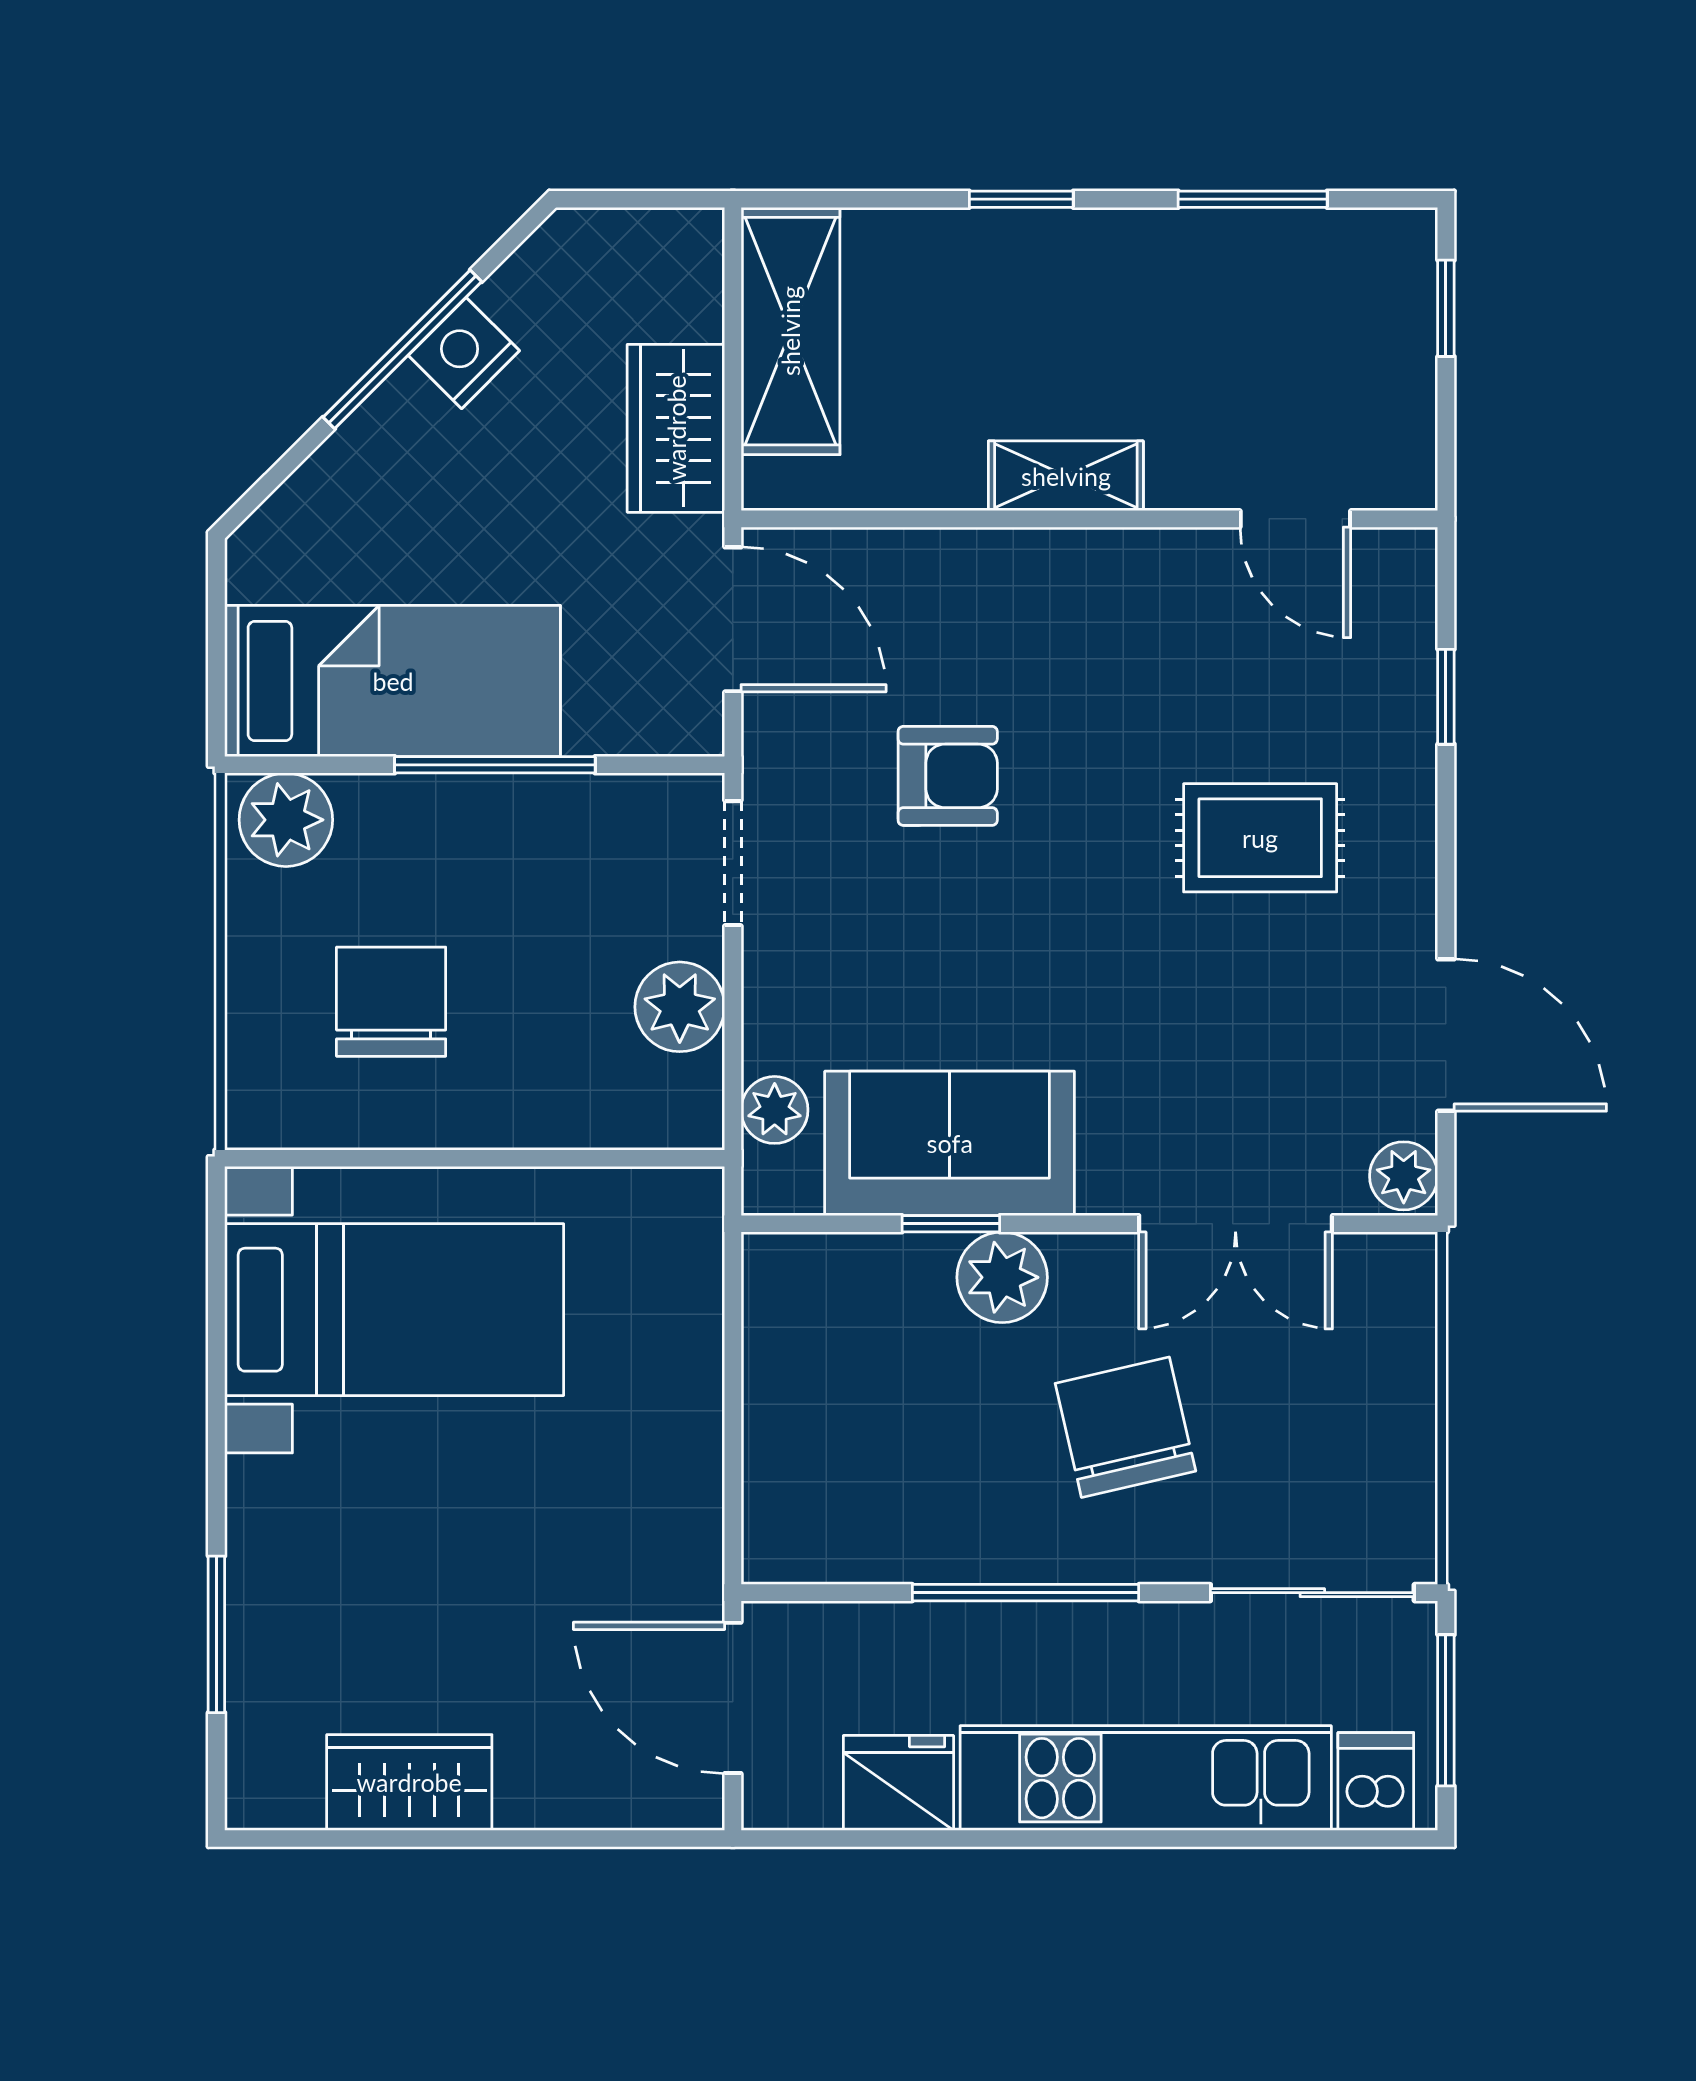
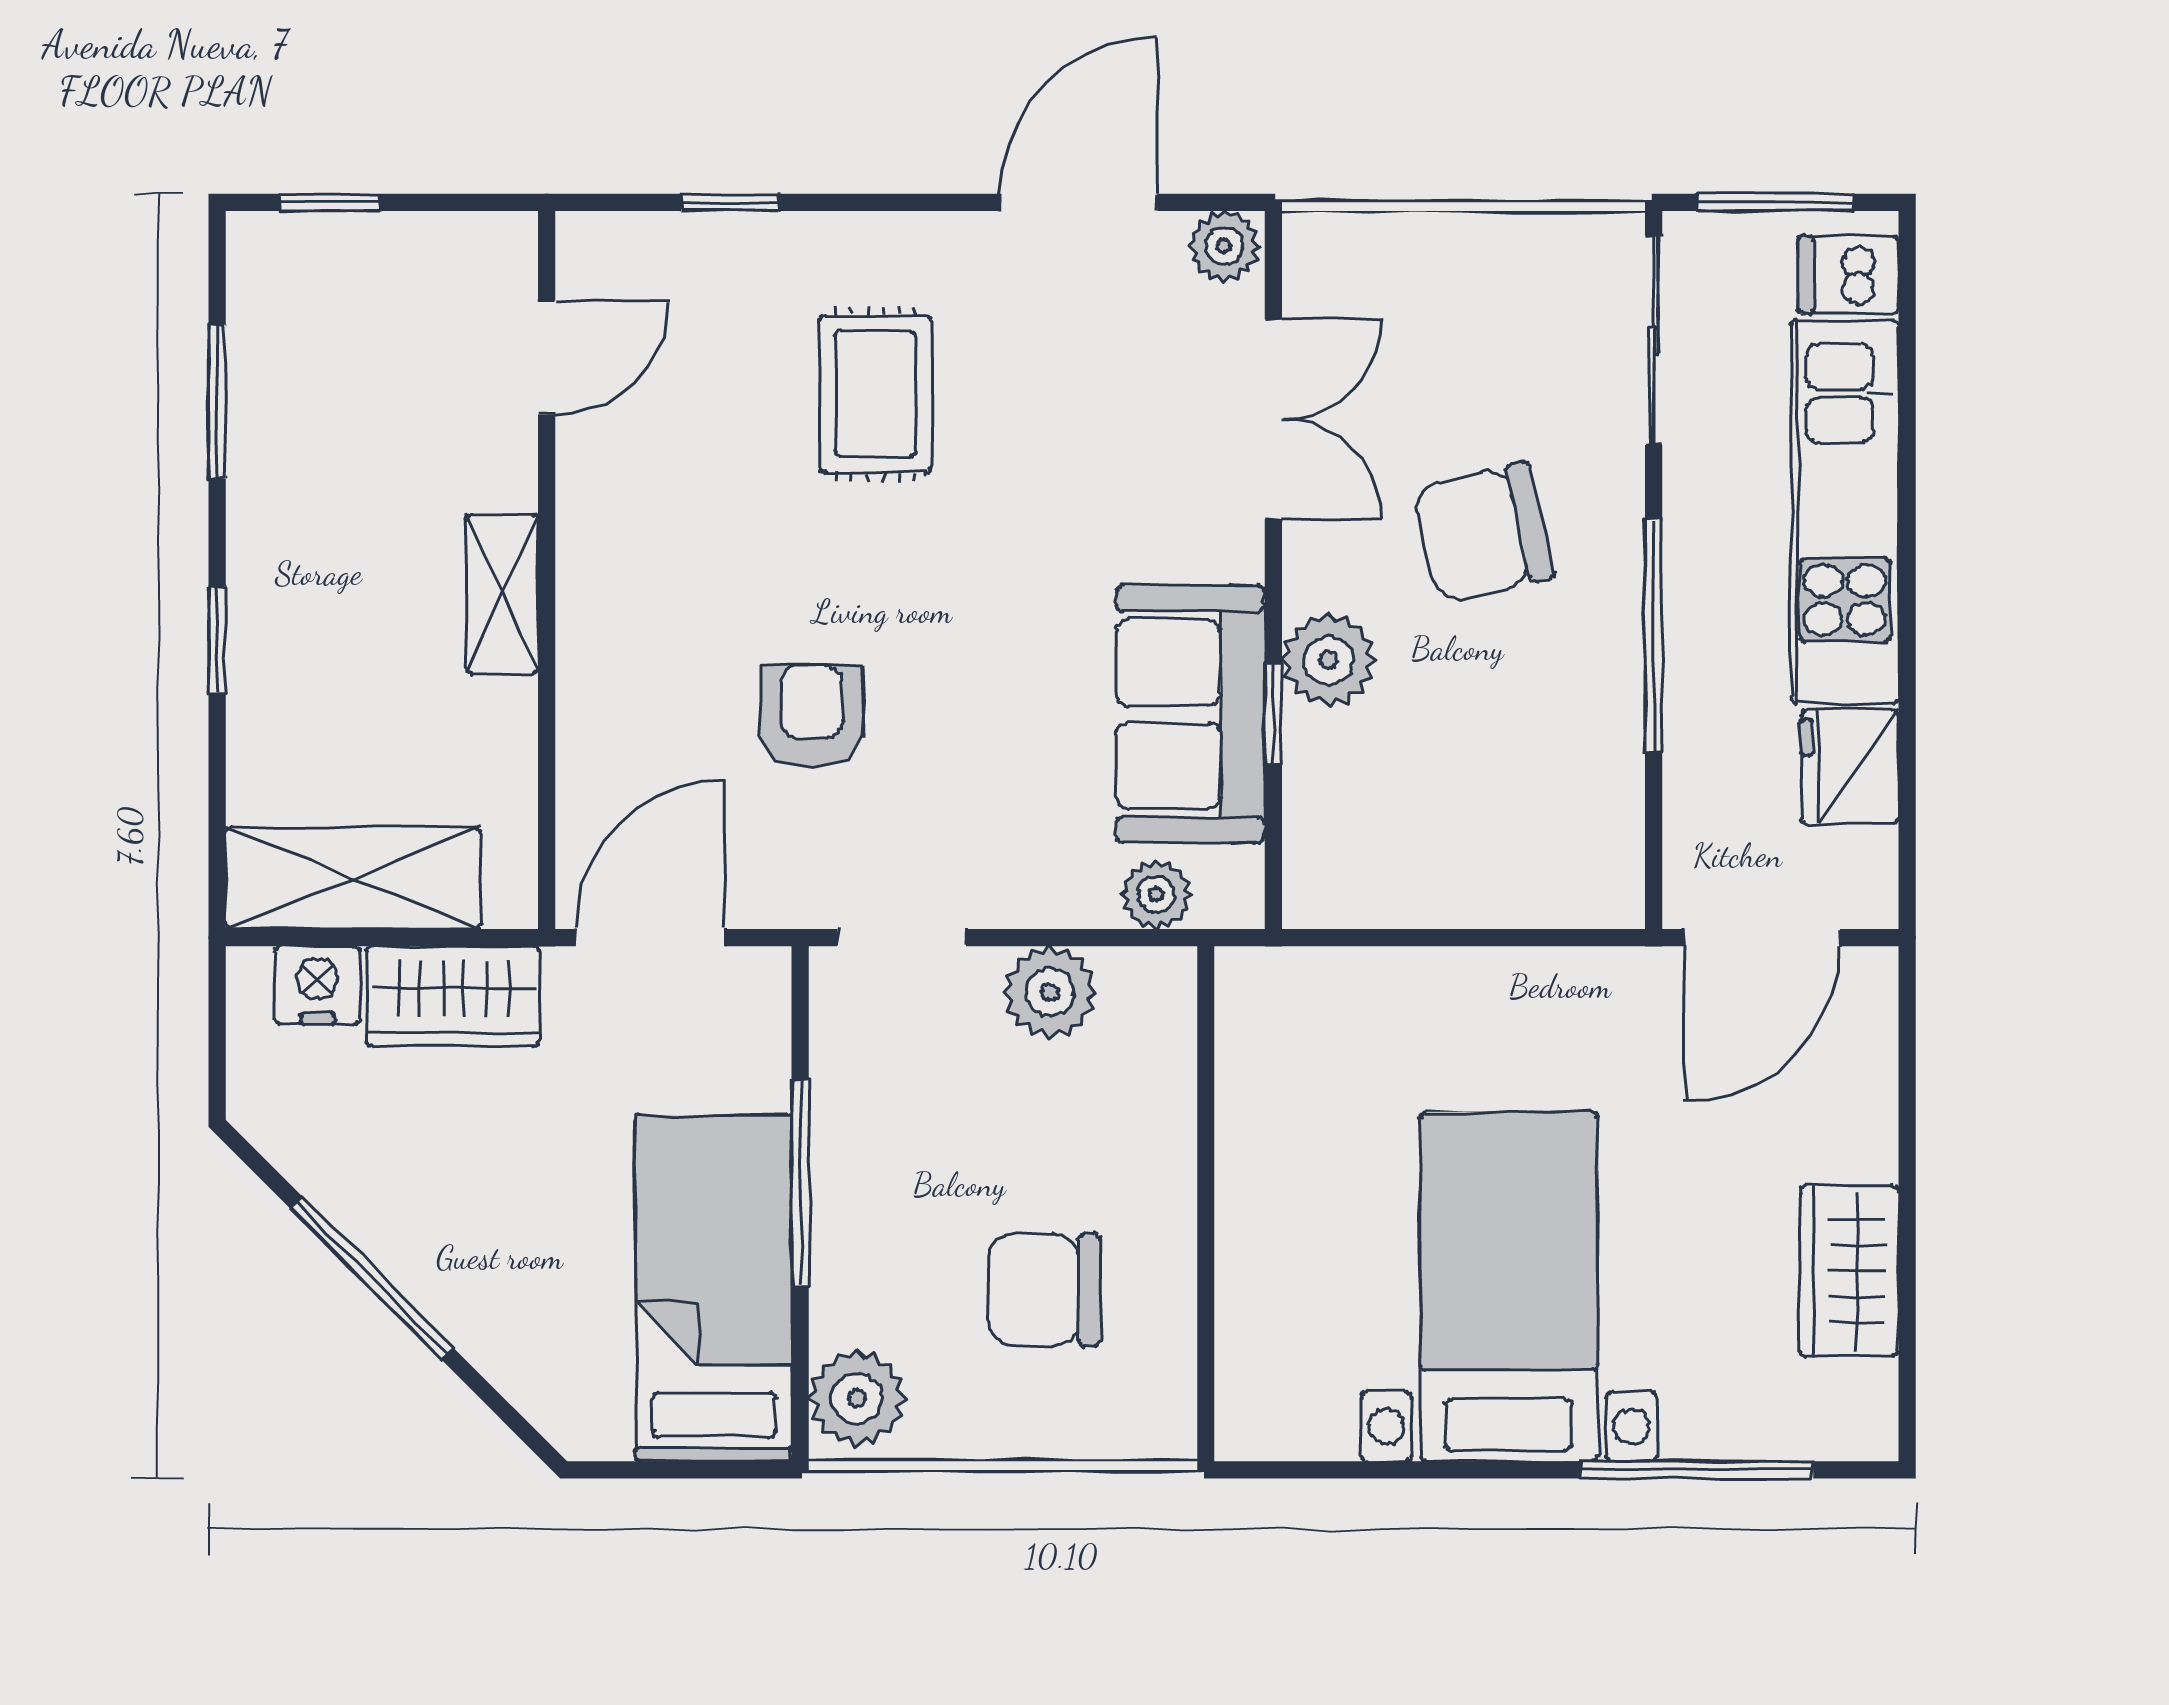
nightstand: (464, 353) -> (318, 985), moved, turned 135
bed with nightstands: (394, 1310) -> (1509, 1287), moved
window: (216, 1634) -> (1697, 1470), width x1.44

